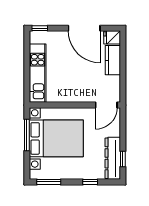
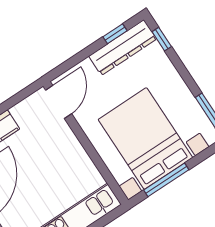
door: (106, 105) -> (59, 102), hinge flipped
window: (90, 182) -> (162, 39), moved

